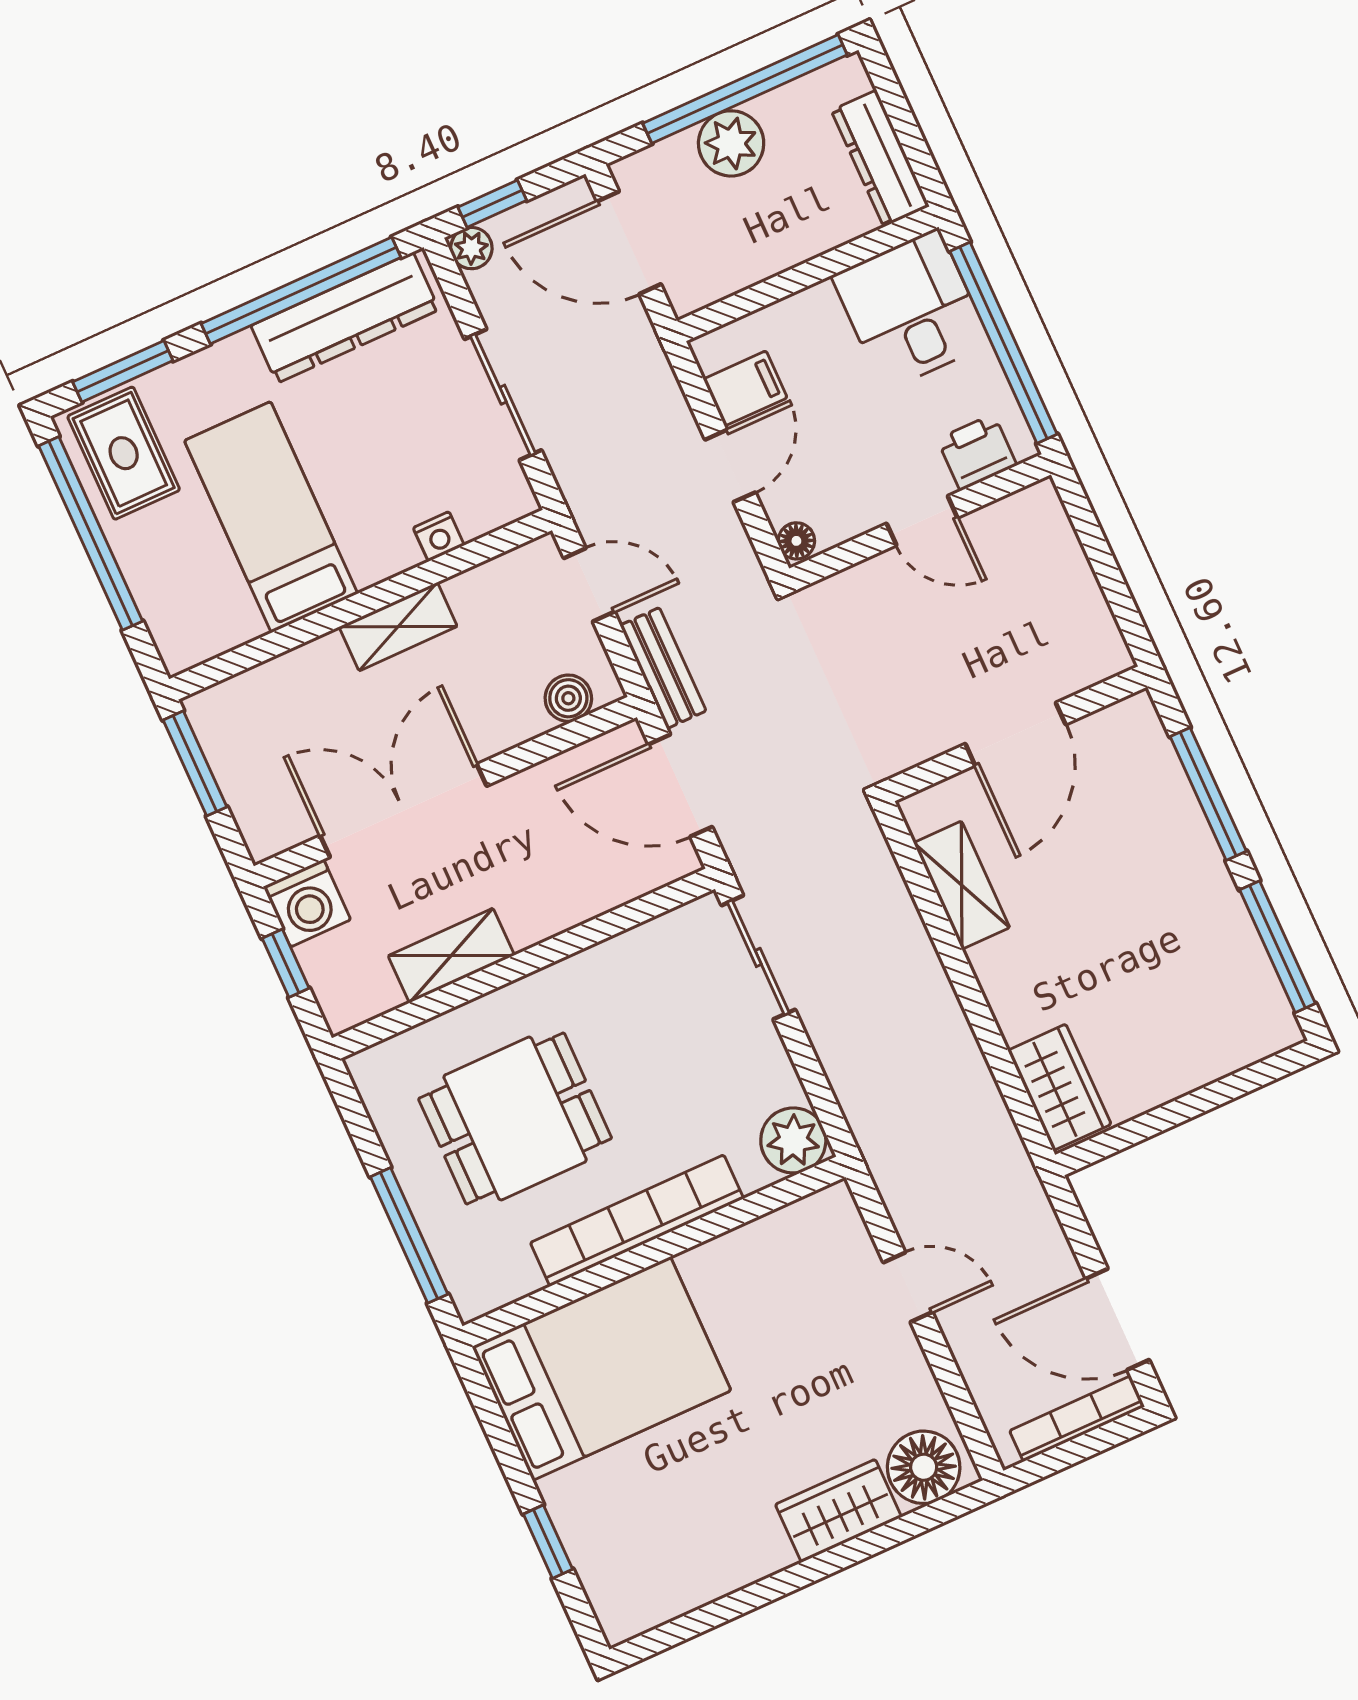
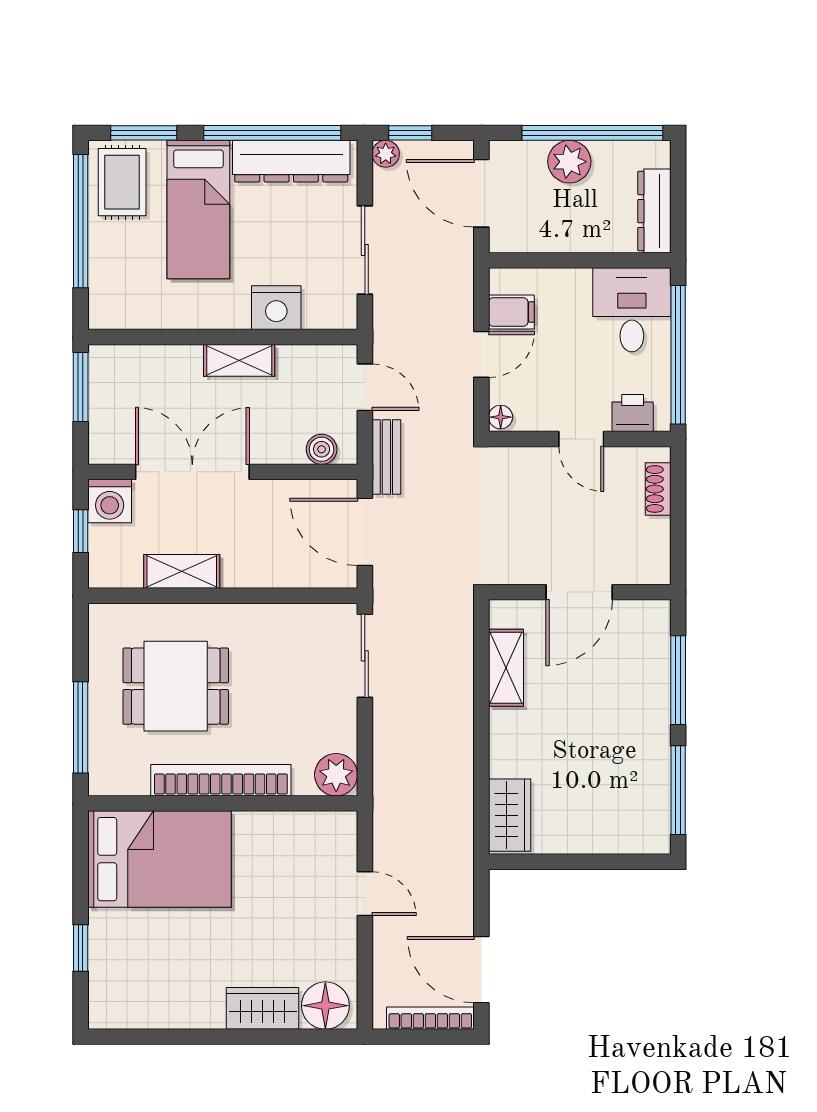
bed: (271, 517) -> (198, 210), moved, turned 180
nightstand: (439, 537) -> (276, 308), width x1.89, depth x1.79
shoe rack: (1060, 542) -> (658, 489), added

